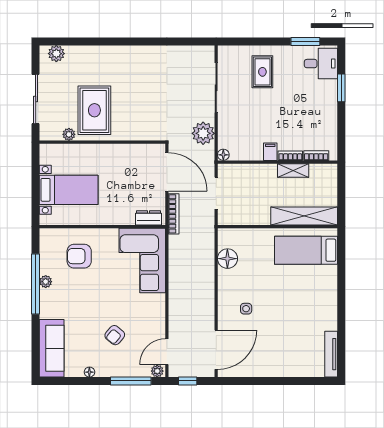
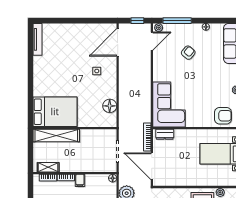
shelving: (293, 171) -> (48, 167), moved
bed: (306, 250) -> (55, 112), width x1.50
armchair: (79, 256) -> (223, 116), moved

